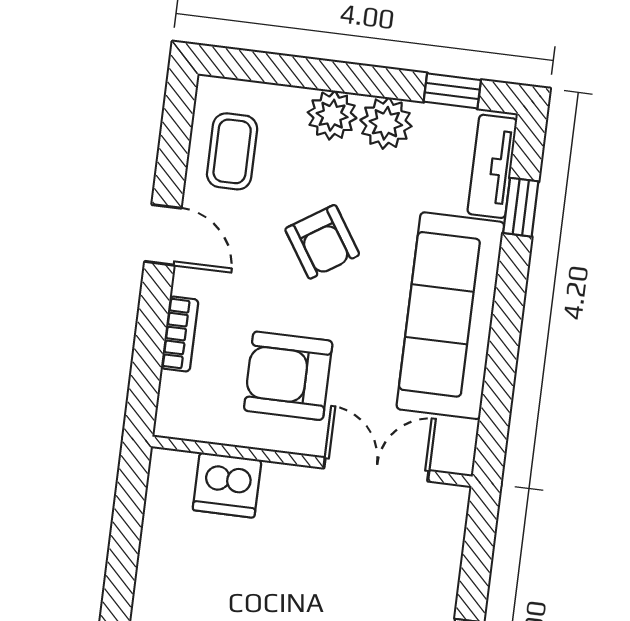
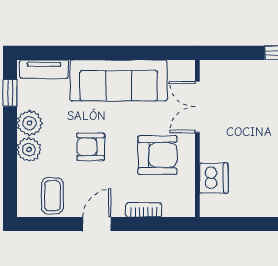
coffee table: (232, 151) -> (52, 196), turned 90
window: (521, 207) -> (62, 53), removed
armchair: (322, 242) -> (91, 147), turned -147
armchair: (288, 376) -> (157, 155), turned -90

